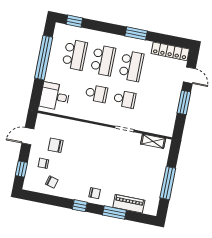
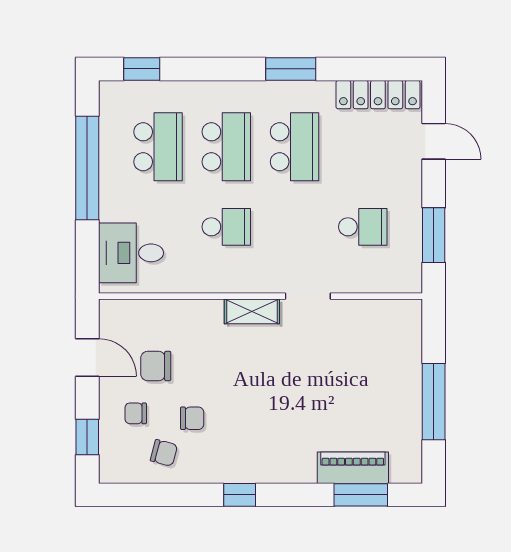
school desk: (125, 99) -> (363, 227), moved
window: (184, 103) -> (434, 235), moved
door: (28, 136) -> (87, 357), swing flipped
shelving: (153, 141) -> (252, 311), moved
chair: (95, 193) -> (192, 418), moved
window: (114, 213) -> (361, 495), moved

